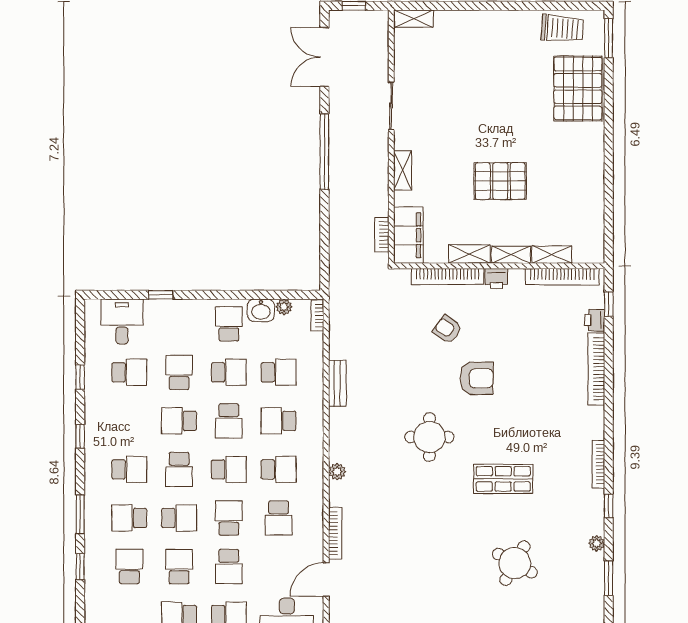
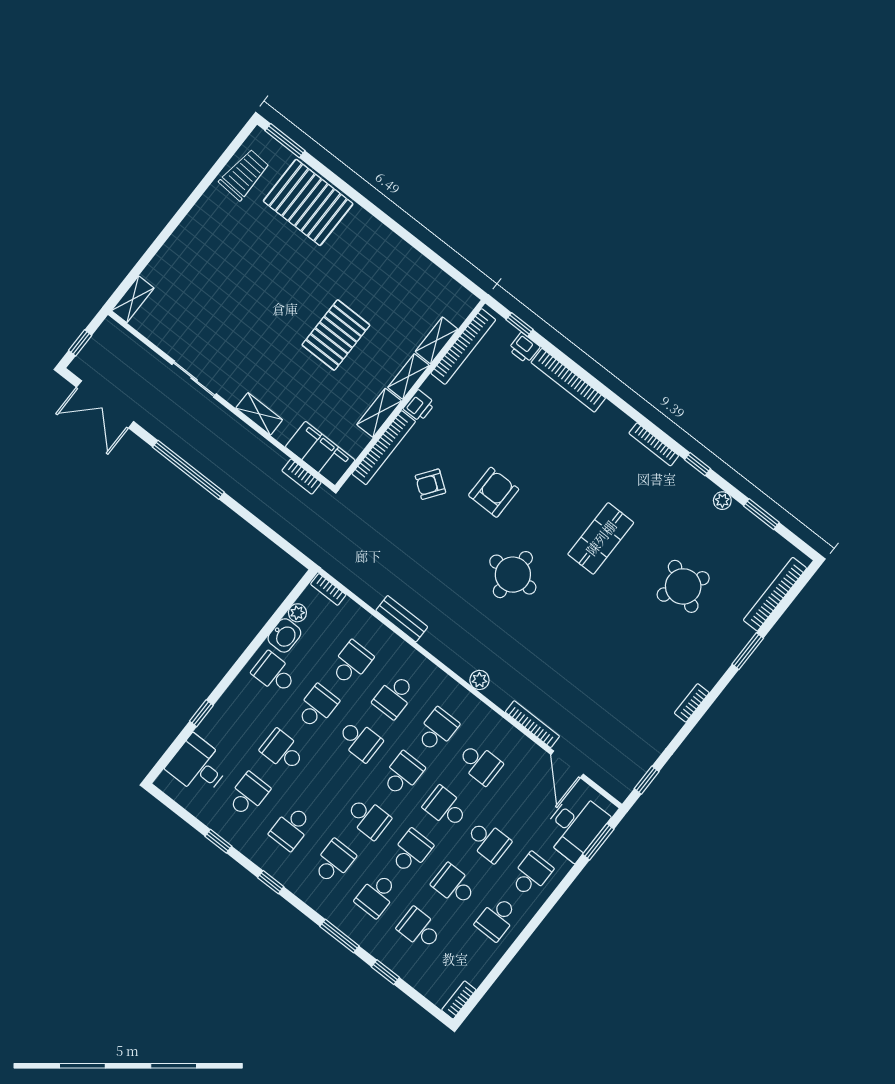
school desk: (179, 421) -> (291, 828), moved

